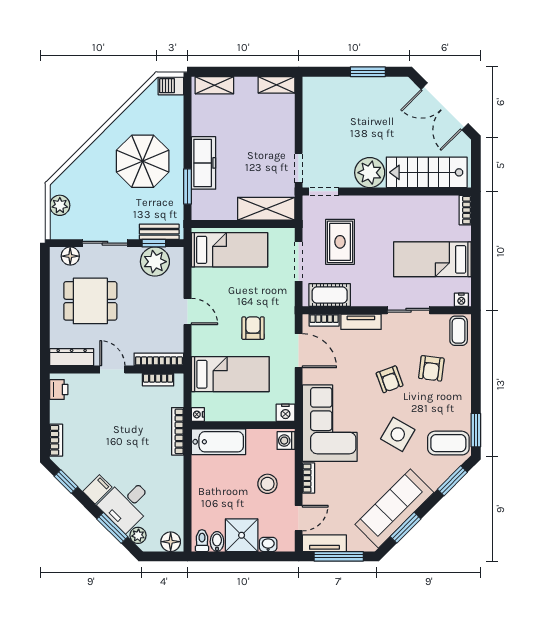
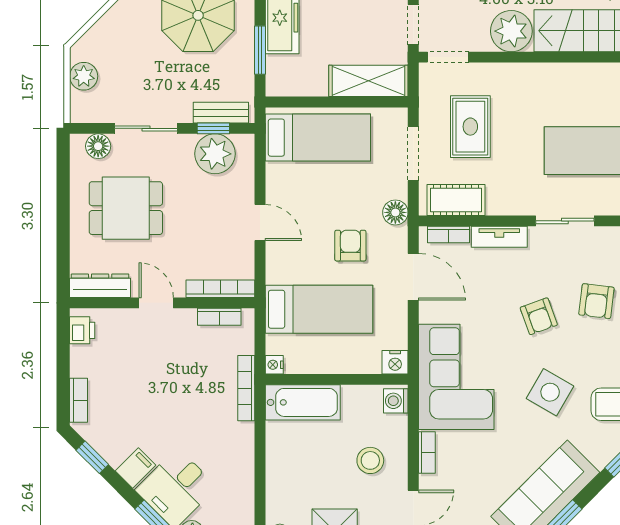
floor lamp: (286, 304) -> (395, 212), added

